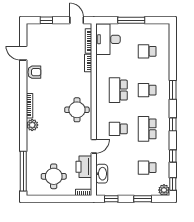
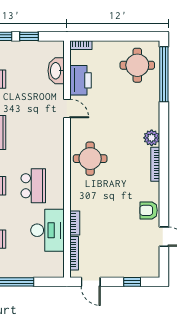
desk: (108, 39) -> (47, 230), moved
school desk: (118, 129) -> (33, 132), removed
door: (94, 146) -> (67, 108), swing flipped
round table: (54, 176) -> (137, 65), moved
window: (111, 199) -> (29, 36), moved

